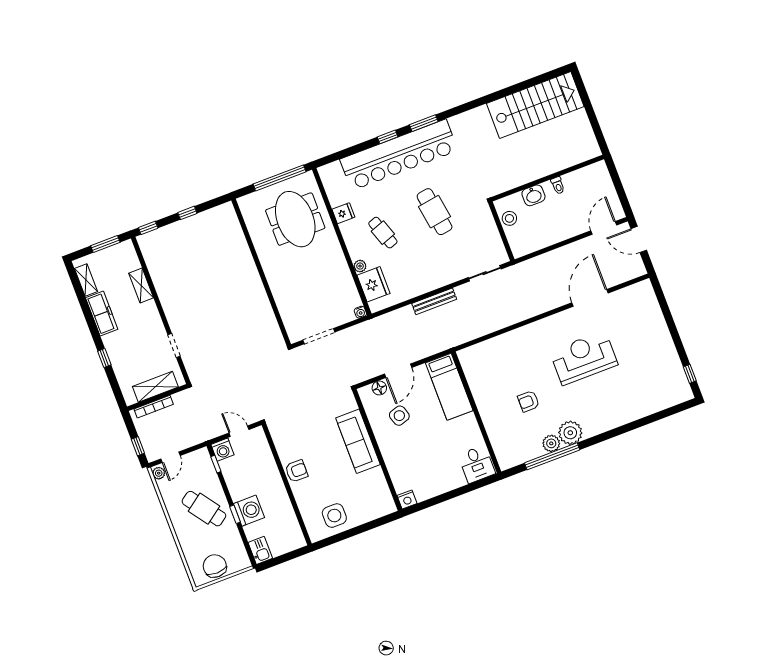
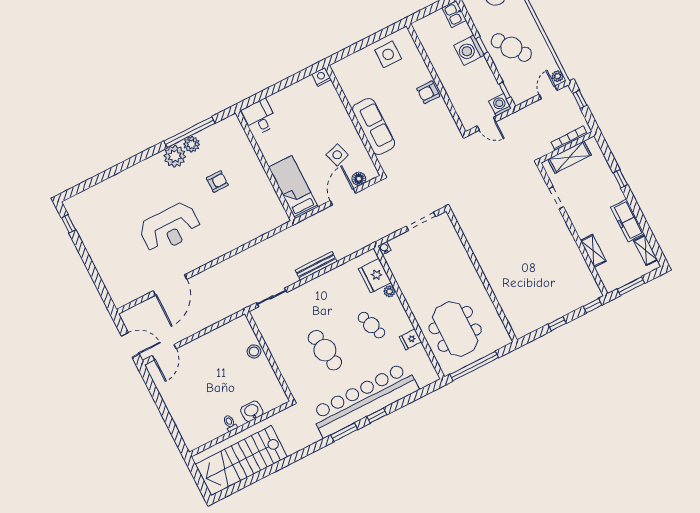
wall: (547, 178) -> (240, 429), moved
toilet: (558, 185) -> (230, 423), moved
washbasin: (533, 195) -> (252, 411), moved

